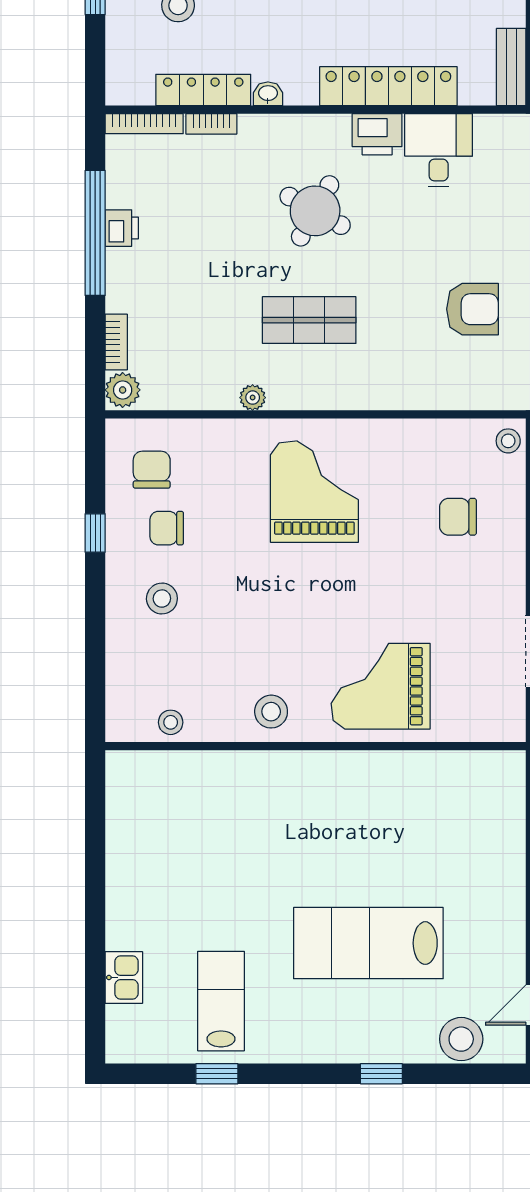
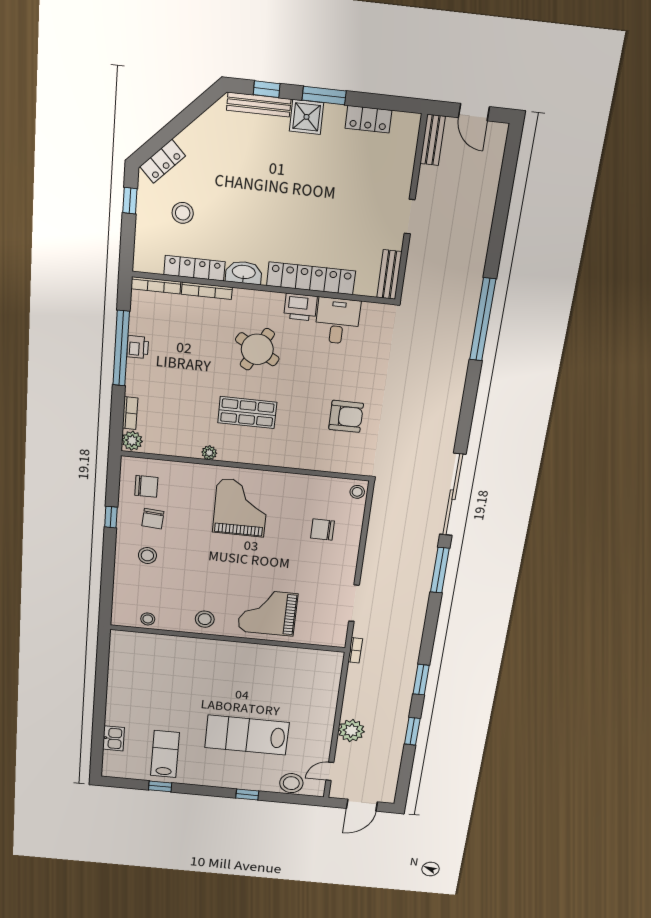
washbasin: (268, 94) -> (244, 273), width x1.91, depth x1.45
bookcase: (211, 124) -> (207, 291), width x1.56
chair: (152, 470) -> (146, 486), turned 90
chair: (167, 528) -> (153, 519), turned -86

